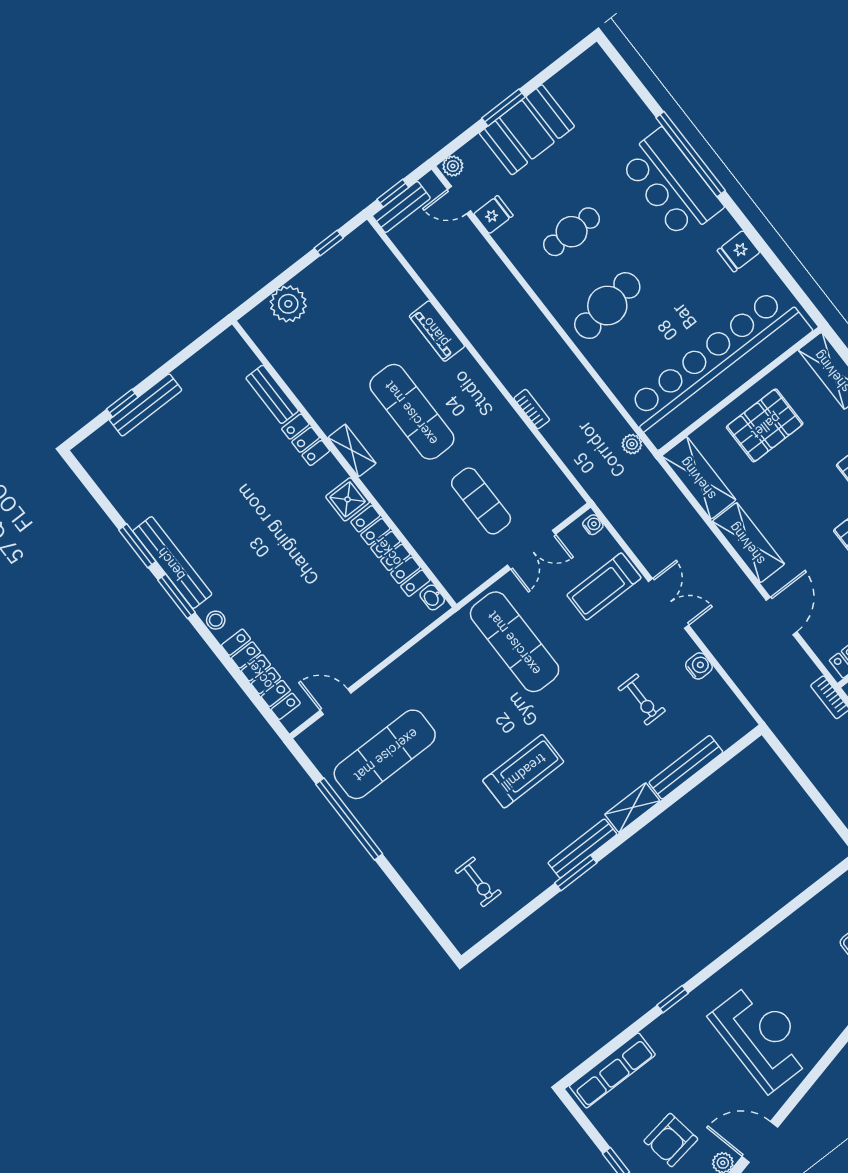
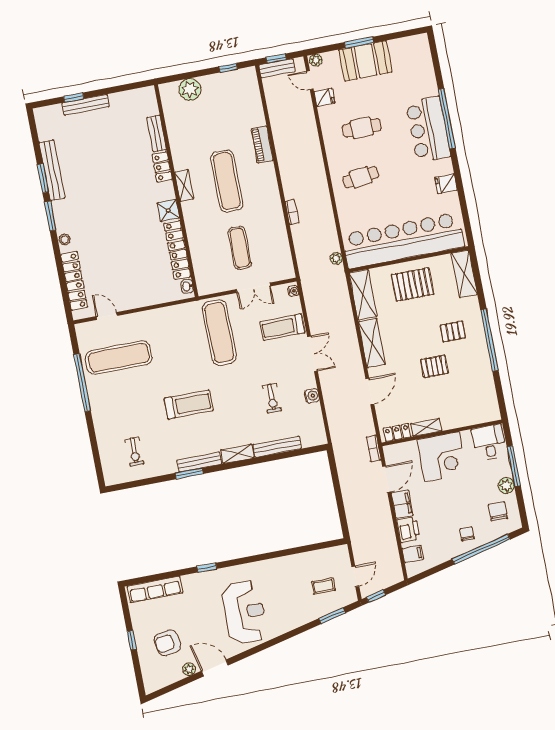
cafe table: (607, 306) -> (361, 177), width x0.73, depth x0.74
bench: (172, 563) -> (52, 170), moved

